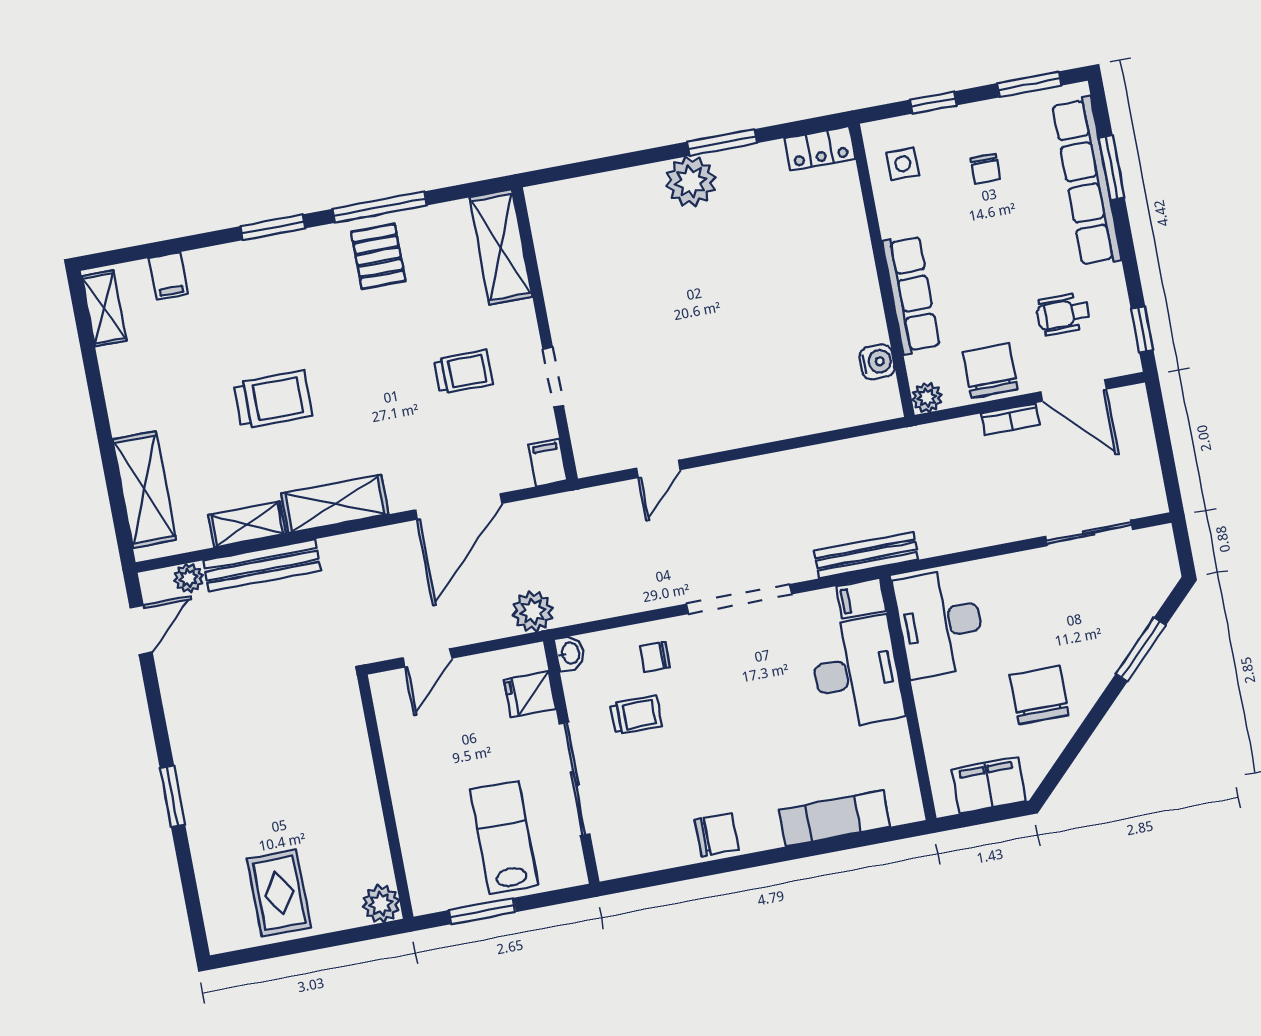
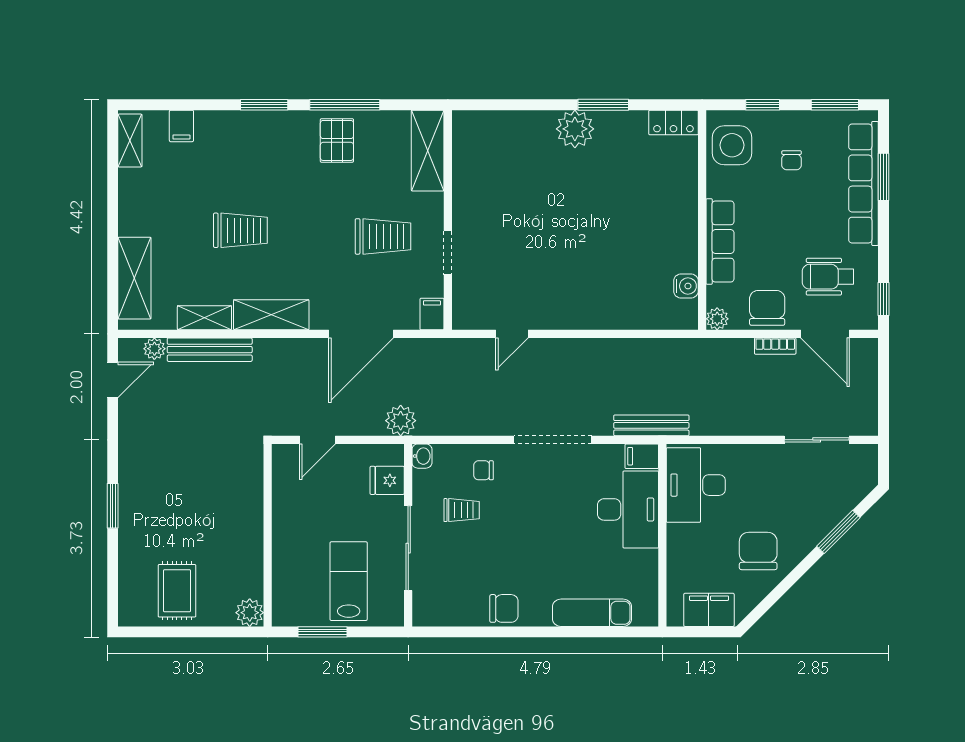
side table: (903, 164) -> (732, 145), width x1.87, depth x1.87
wheelchair: (1063, 314) -> (828, 277), width x1.36, depth x1.37
trolley: (463, 372) -> (383, 236), width x1.36, depth x1.39

